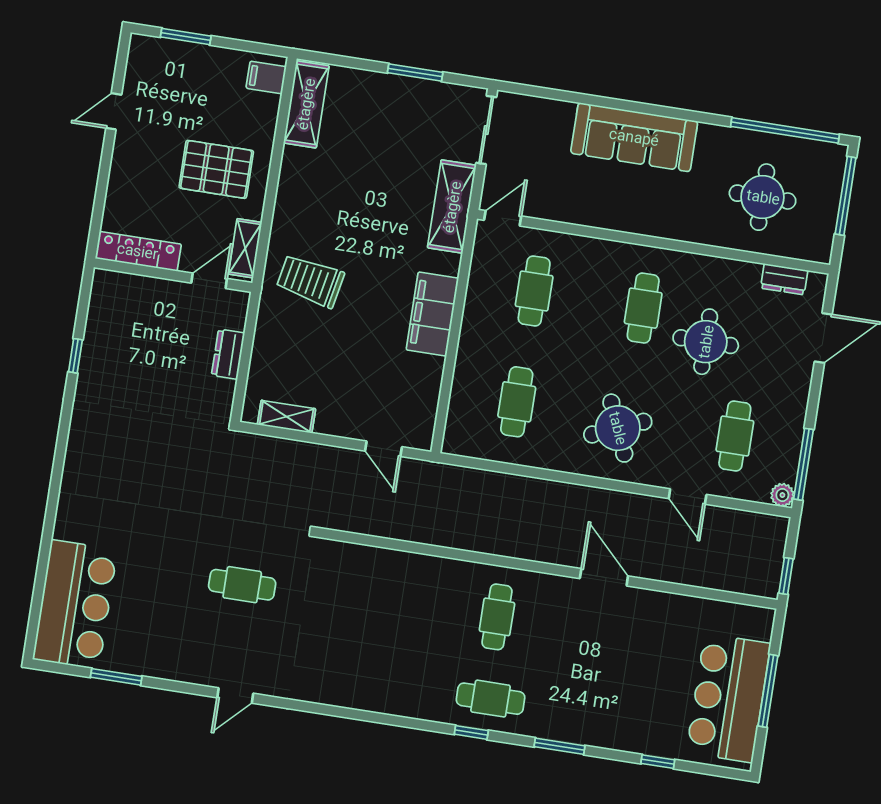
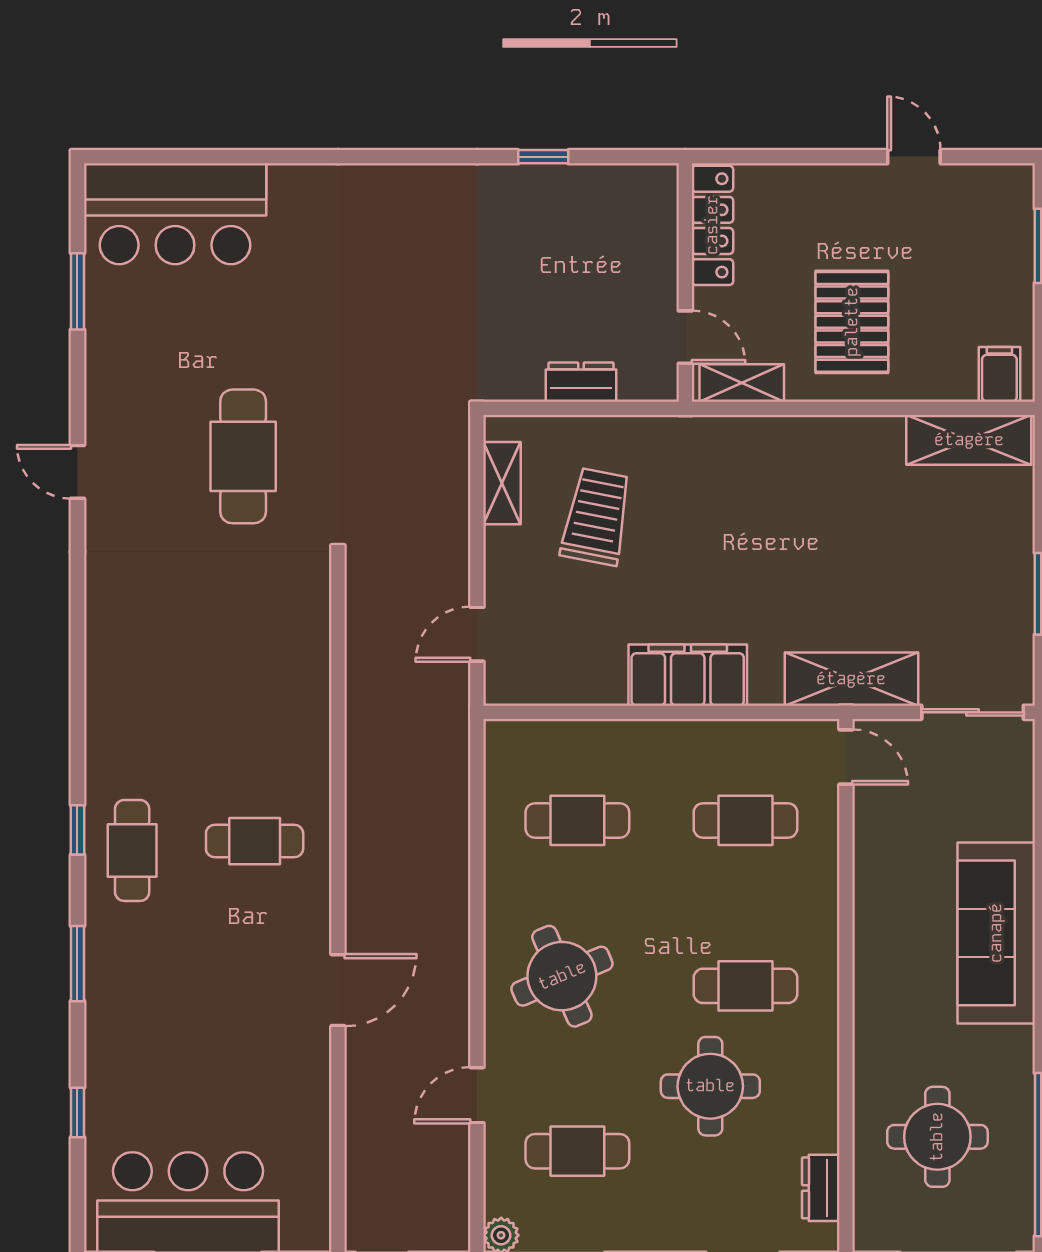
trolley: (310, 281) -> (596, 517), moved
cafe table: (242, 585) -> (243, 456), width x1.37, depth x1.35

